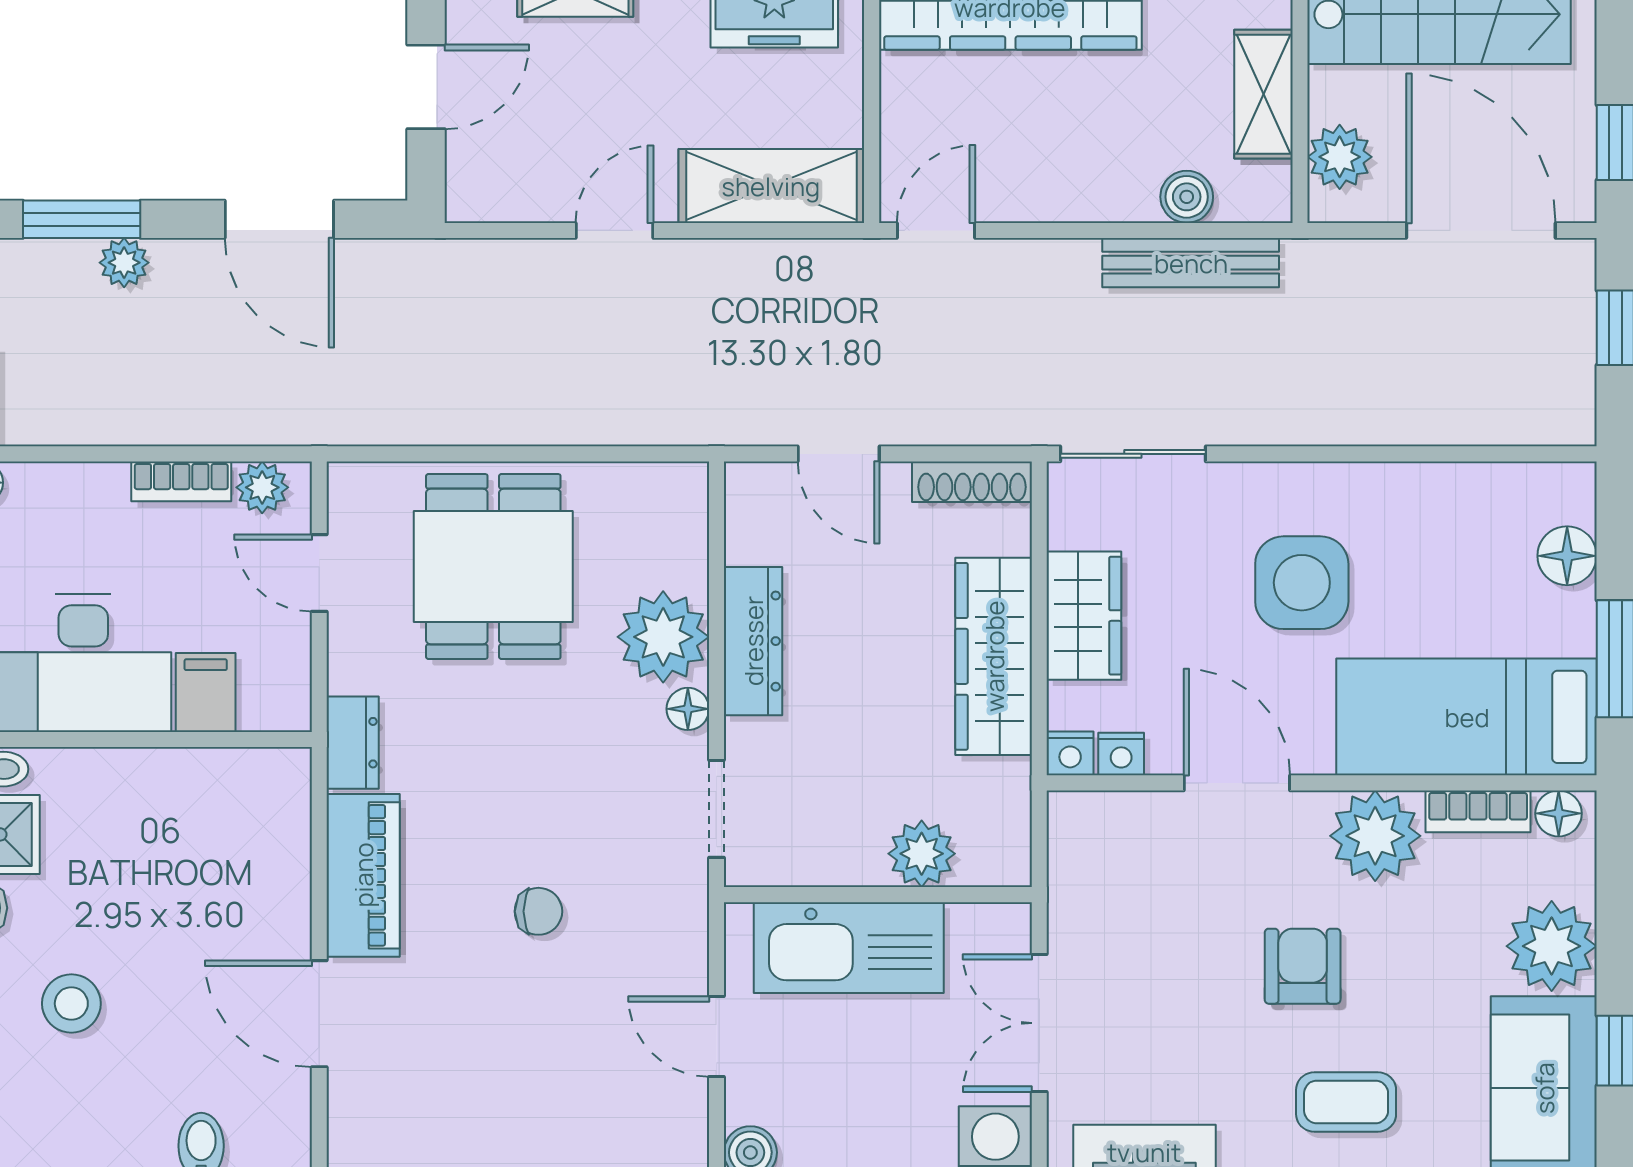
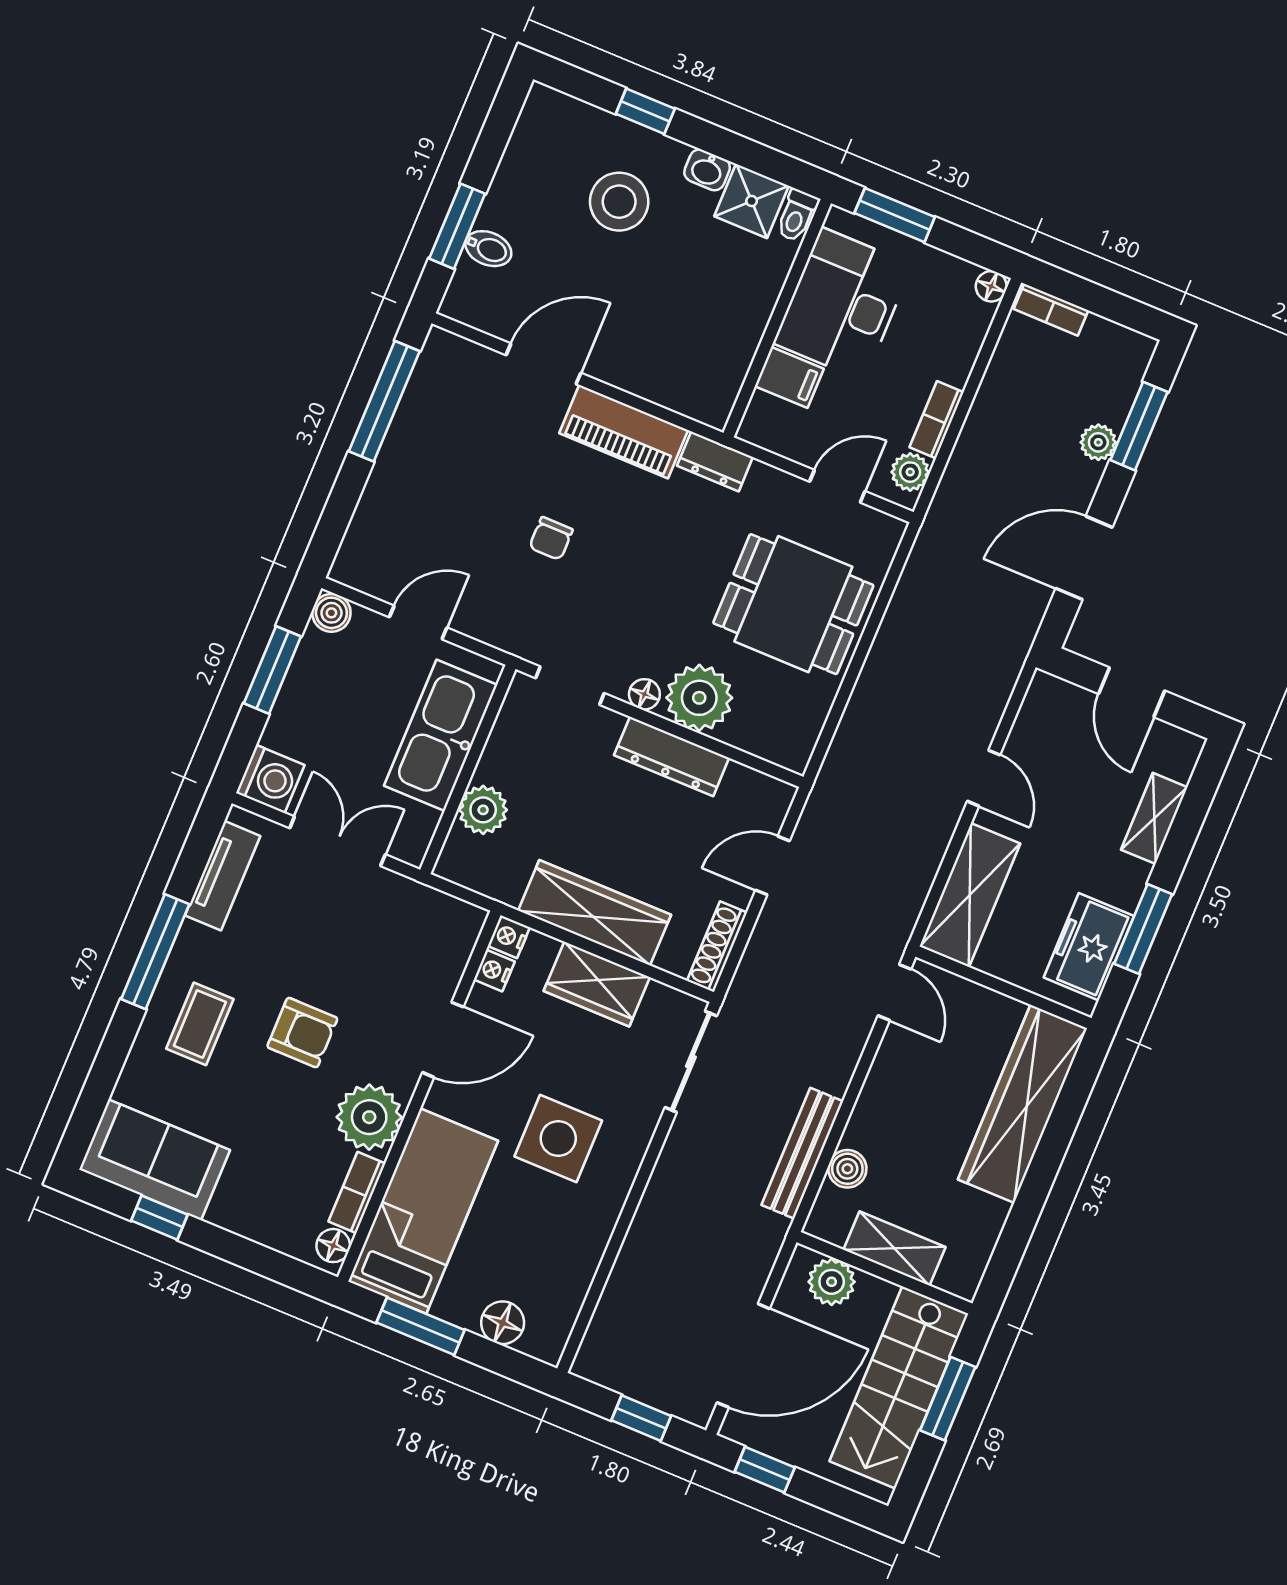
plant: (1552, 946) -> (247, 1204), removed
stool: (71, 1004) -> (619, 202), width x1.38, depth x1.38

